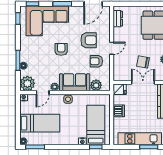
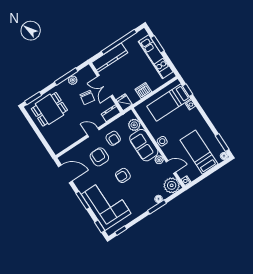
dresser: (118, 19) -> (111, 113), moved

